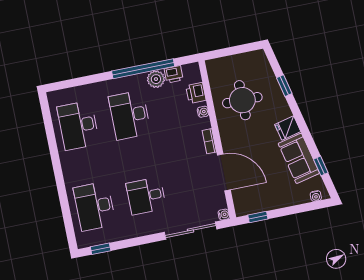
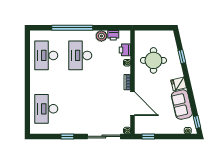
window: (143, 69) -> (72, 28), moved
window: (321, 166) -> (197, 122), moved
desk: (146, 196) -> (80, 109), removed
window: (101, 249) -> (67, 136), moved

